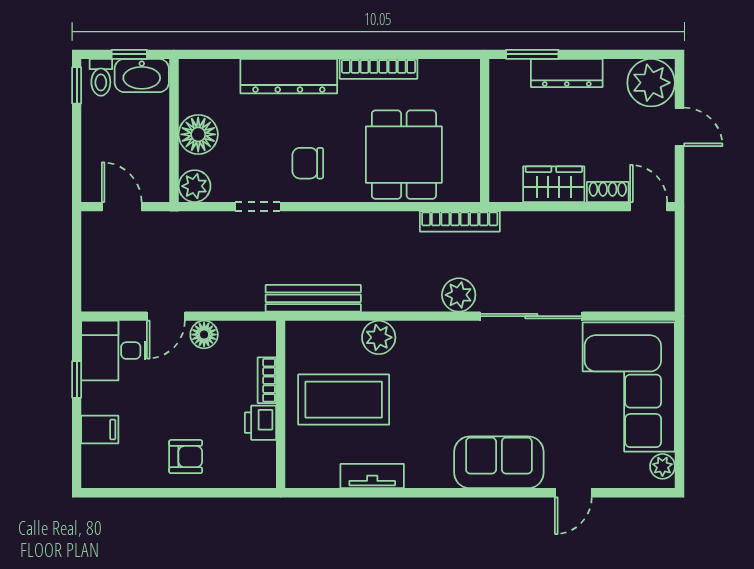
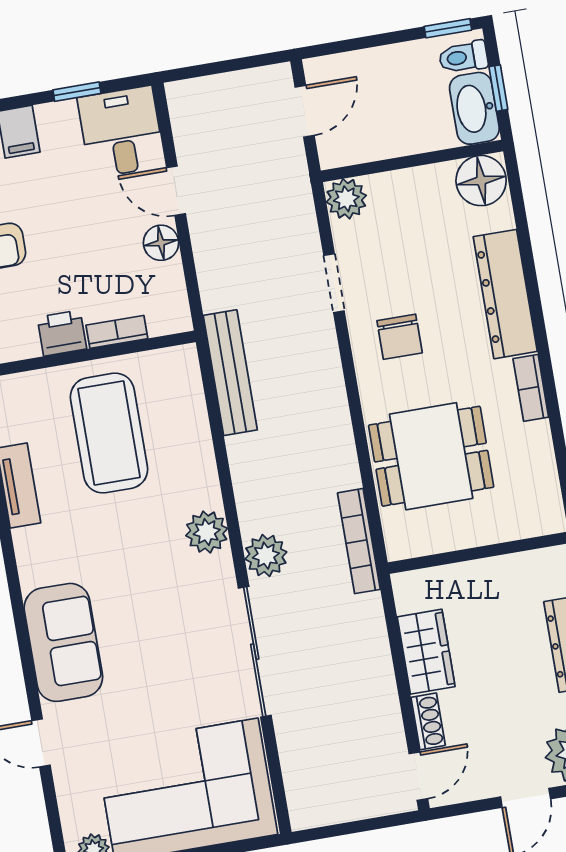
bookcase: (378, 69) -> (531, 388), width x0.64
floor lamp: (198, 134) -> (481, 181), moved
chair: (308, 163) -> (400, 337), turned 180
plant: (379, 337) -> (207, 532), moved

